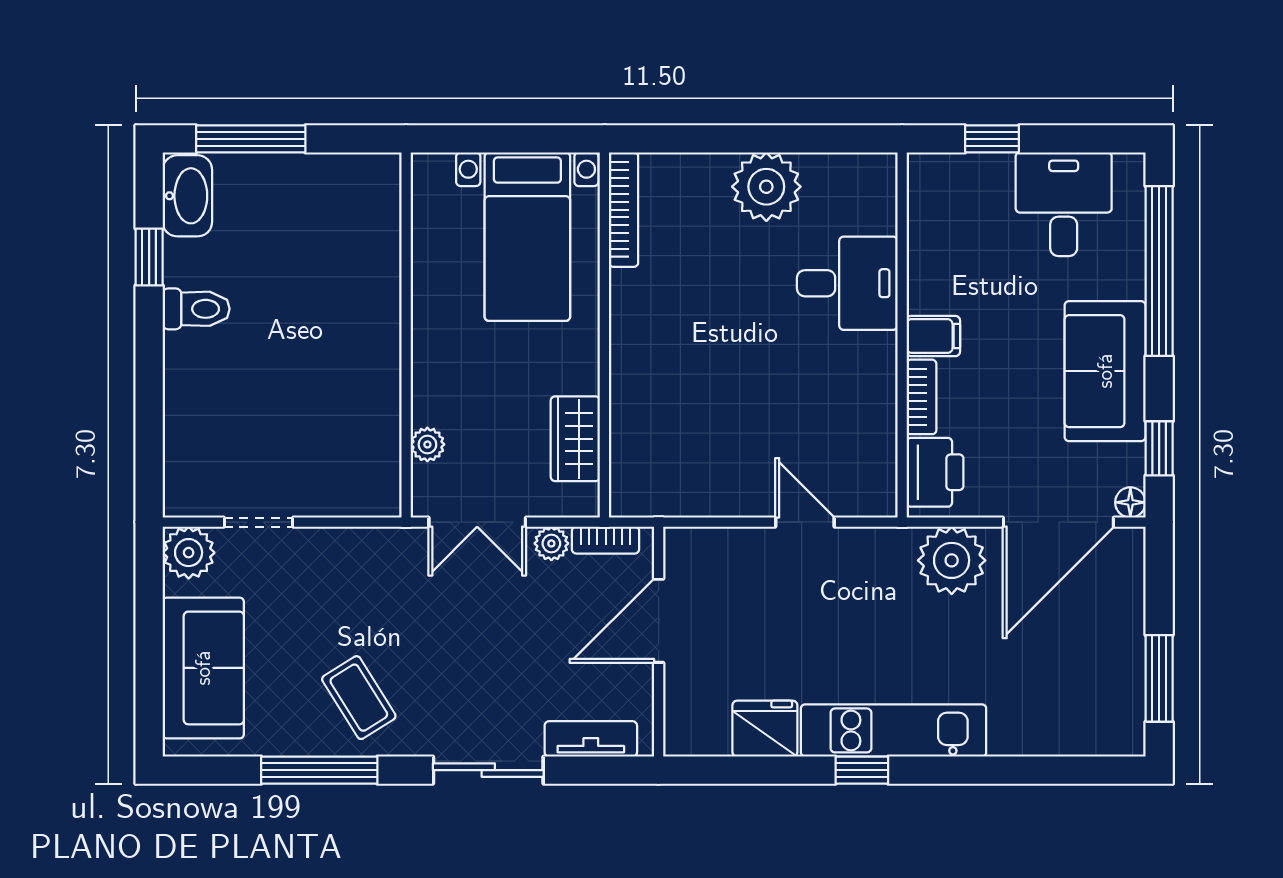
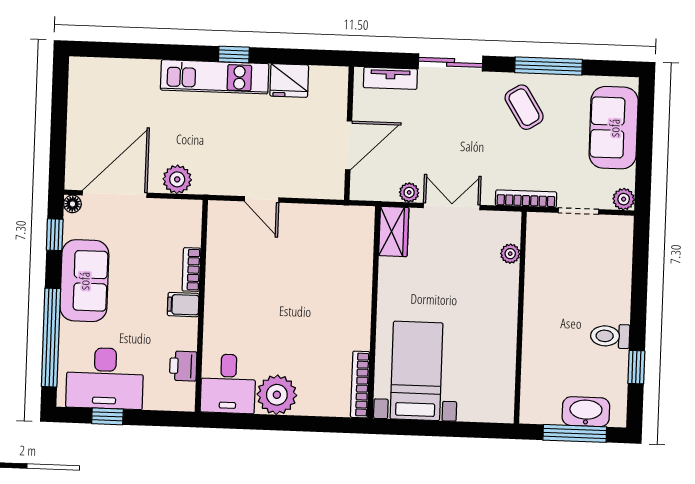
window: (992, 139) -> (107, 416), moved
washbasin: (187, 196) -> (586, 412), moved, turned 90
desk: (1064, 204) -> (105, 378), width x1.37
desk: (847, 283) -> (228, 384), moved, turned -90
wall: (406, 335) -> (520, 318), moved
wardrobe: (575, 439) -> (394, 232), moved
plant: (427, 444) -> (510, 254), moved
printer: (935, 472) -> (183, 366), moved, width x0.73, depth x0.81
bookcase: (606, 540) -> (526, 199), moved, width x1.56
plant: (189, 553) -> (624, 199), width x0.73, depth x0.73
plant: (952, 560) -> (177, 179), width x0.73, depth x0.73
window: (1159, 678) -> (60, 101), removed

